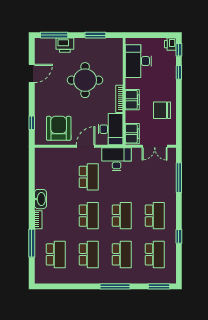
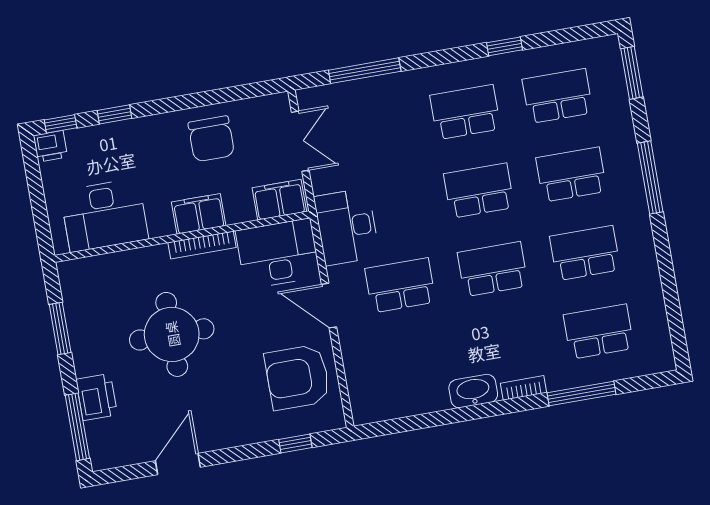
door: (32, 73) -> (178, 464), hinge flipped

